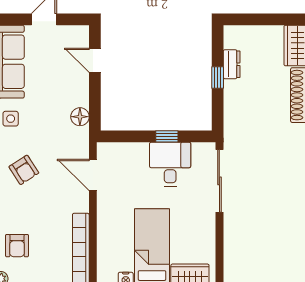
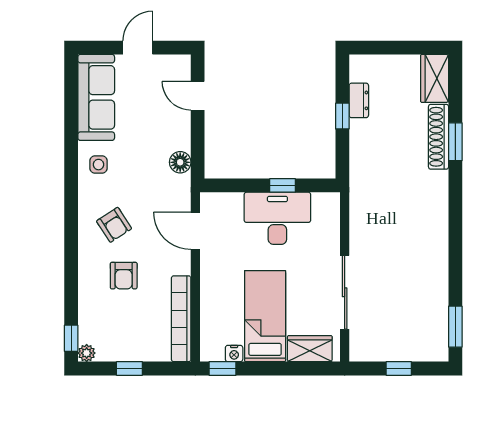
desk: (170, 164) -> (277, 218), width x1.37
sliding door: (219, 181) -> (345, 292), moved
armchair: (17, 246) -> (124, 276), moved

